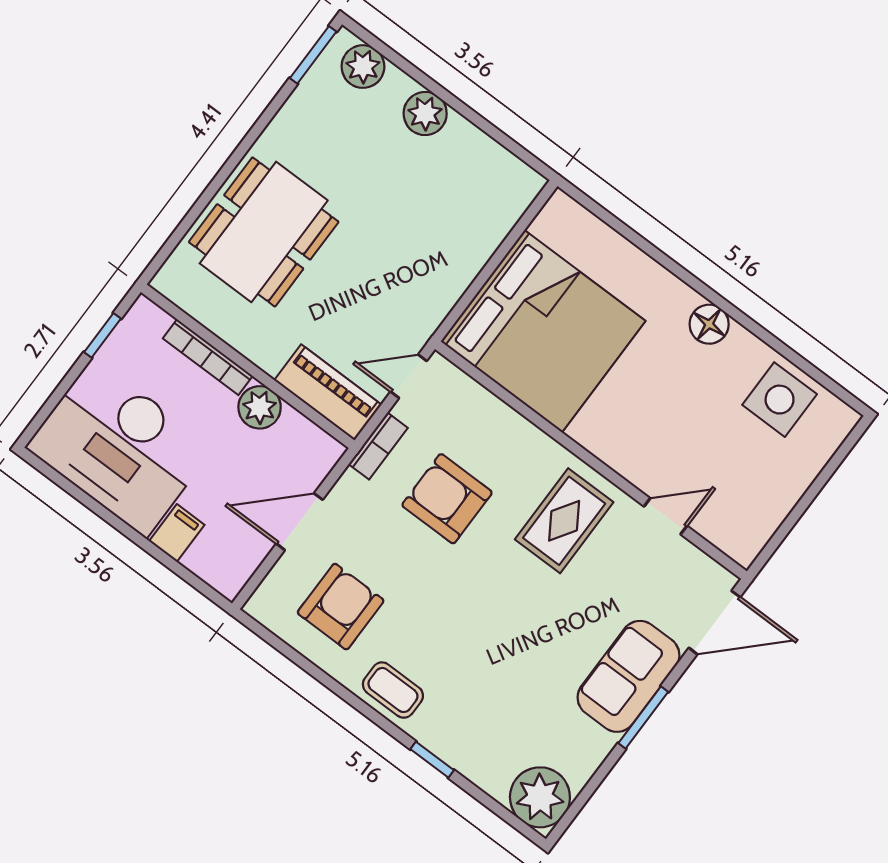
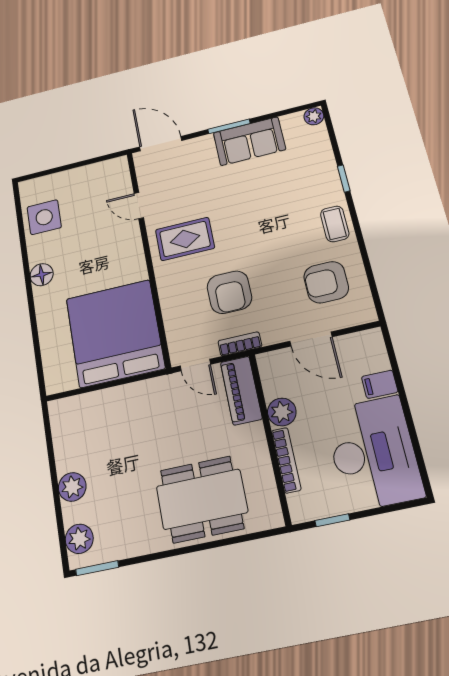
sofa: (629, 676) -> (249, 141), moved
plant: (540, 797) -> (314, 116), width x0.53, depth x0.53

